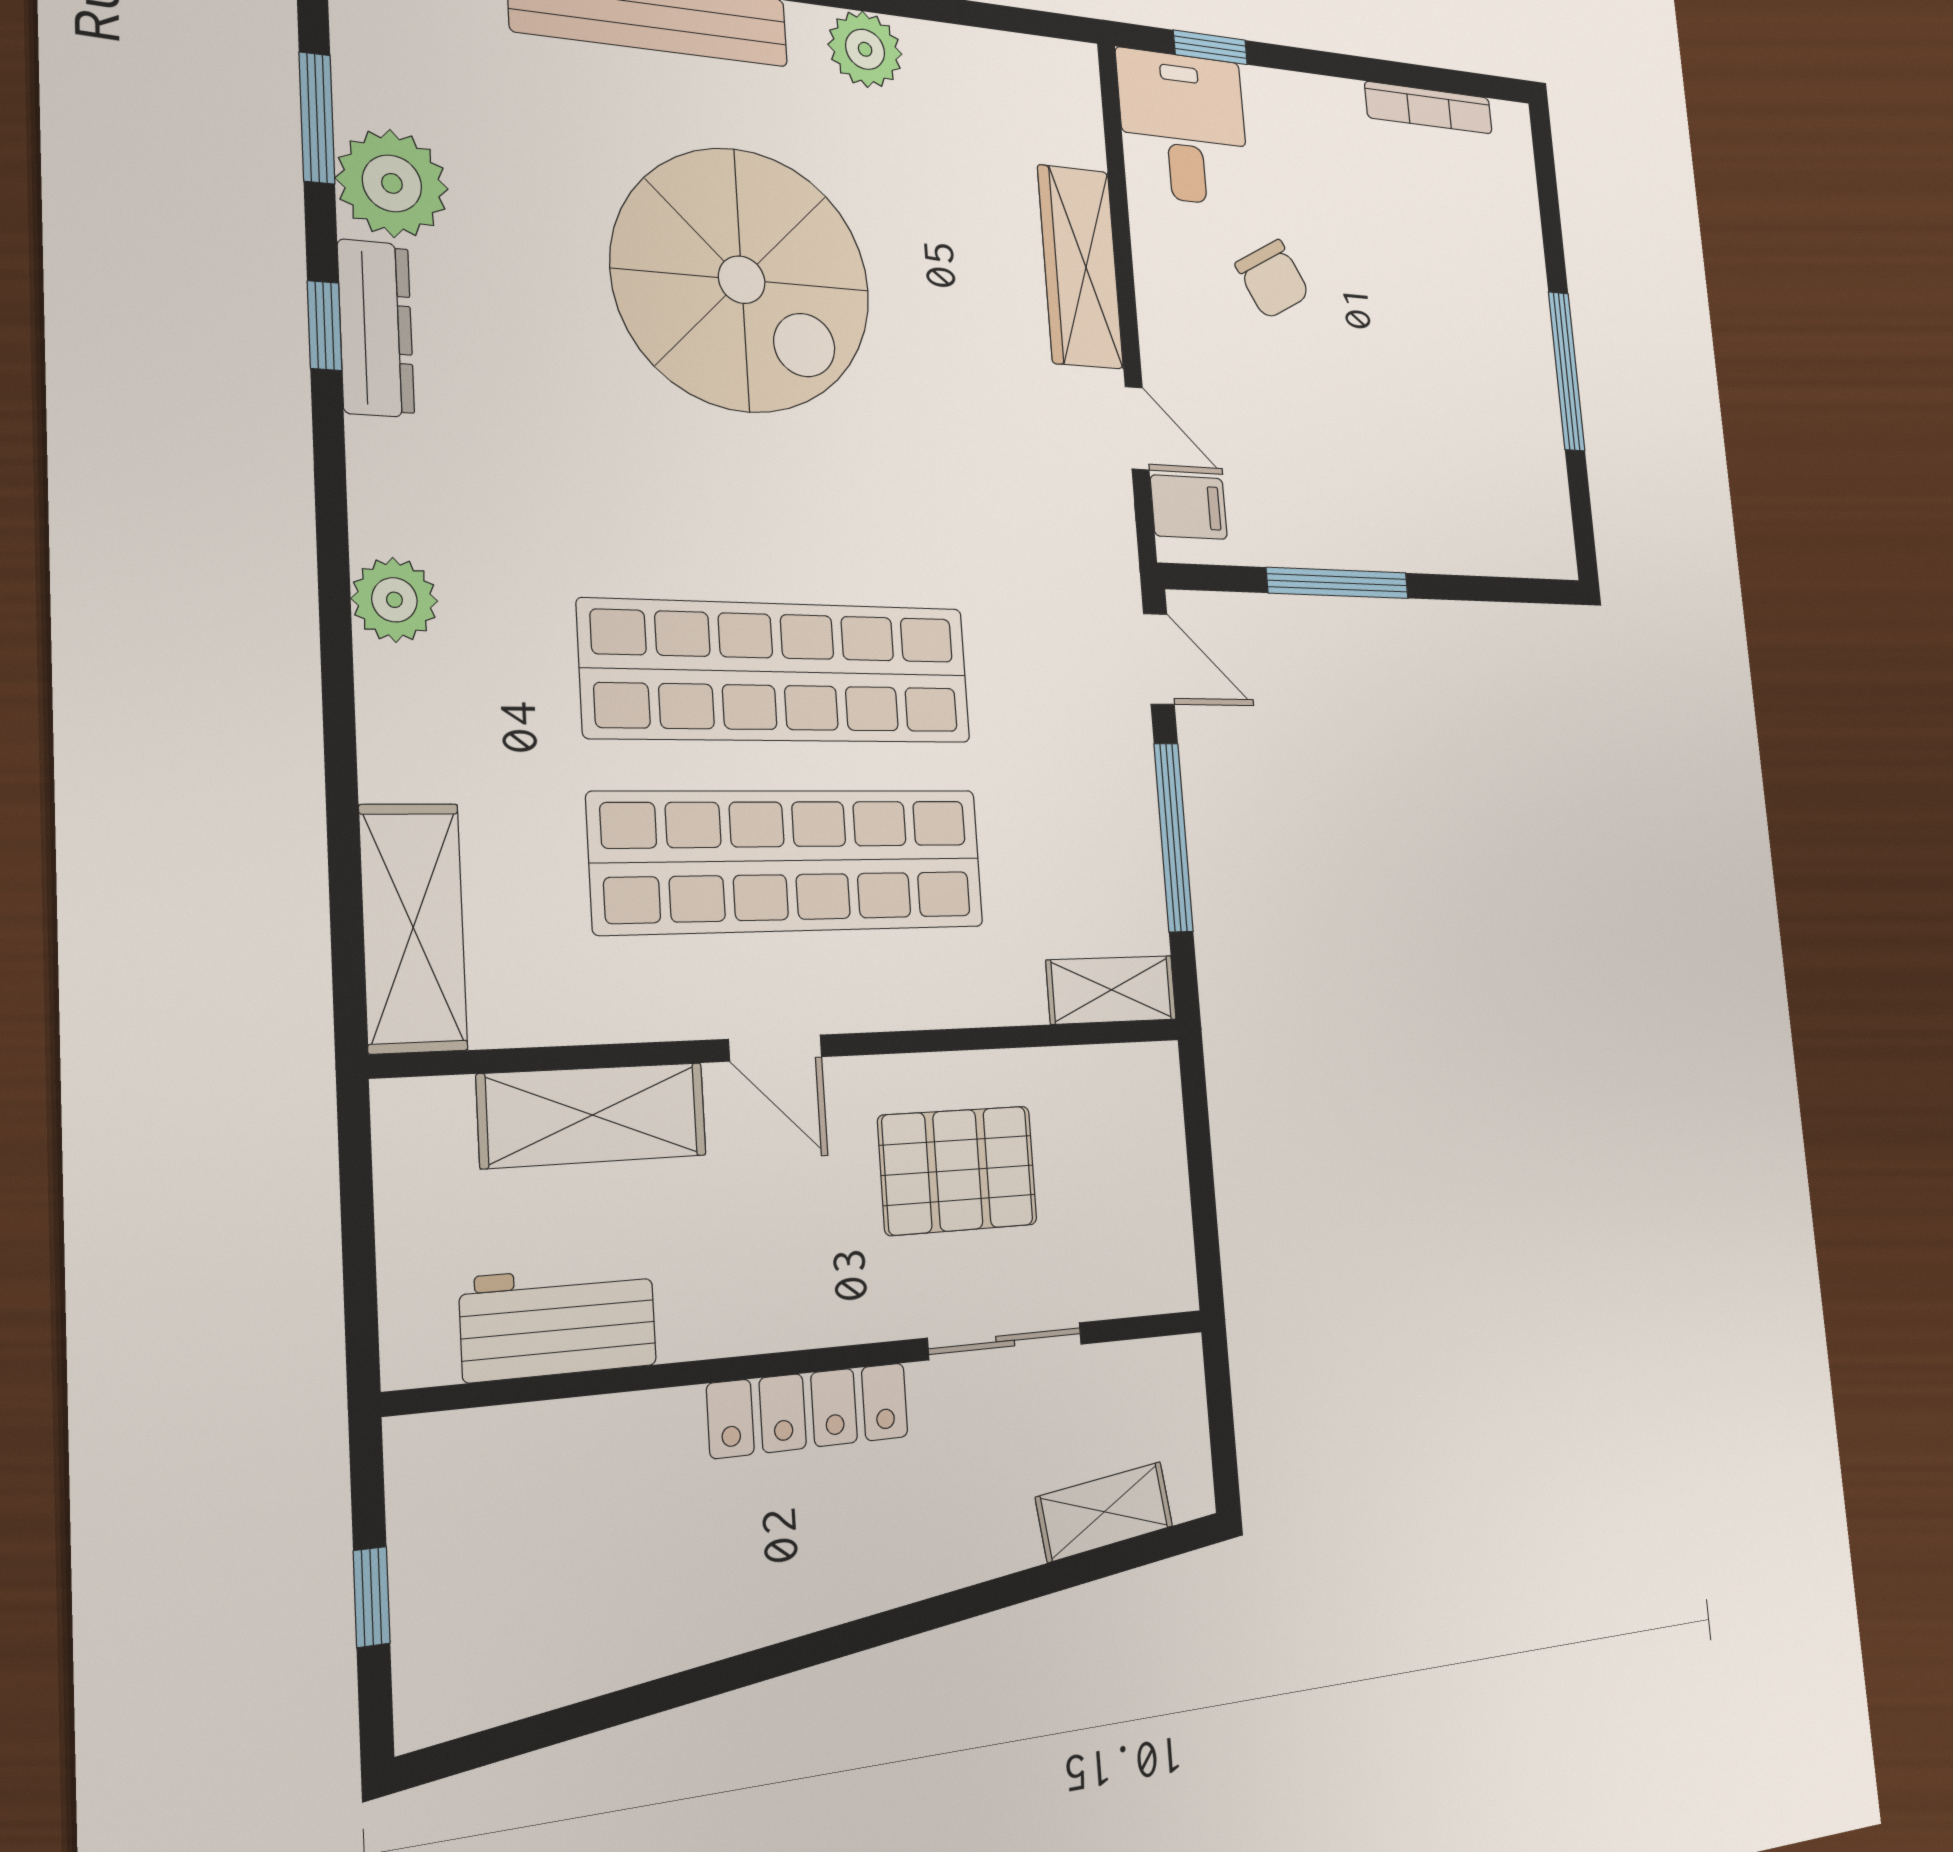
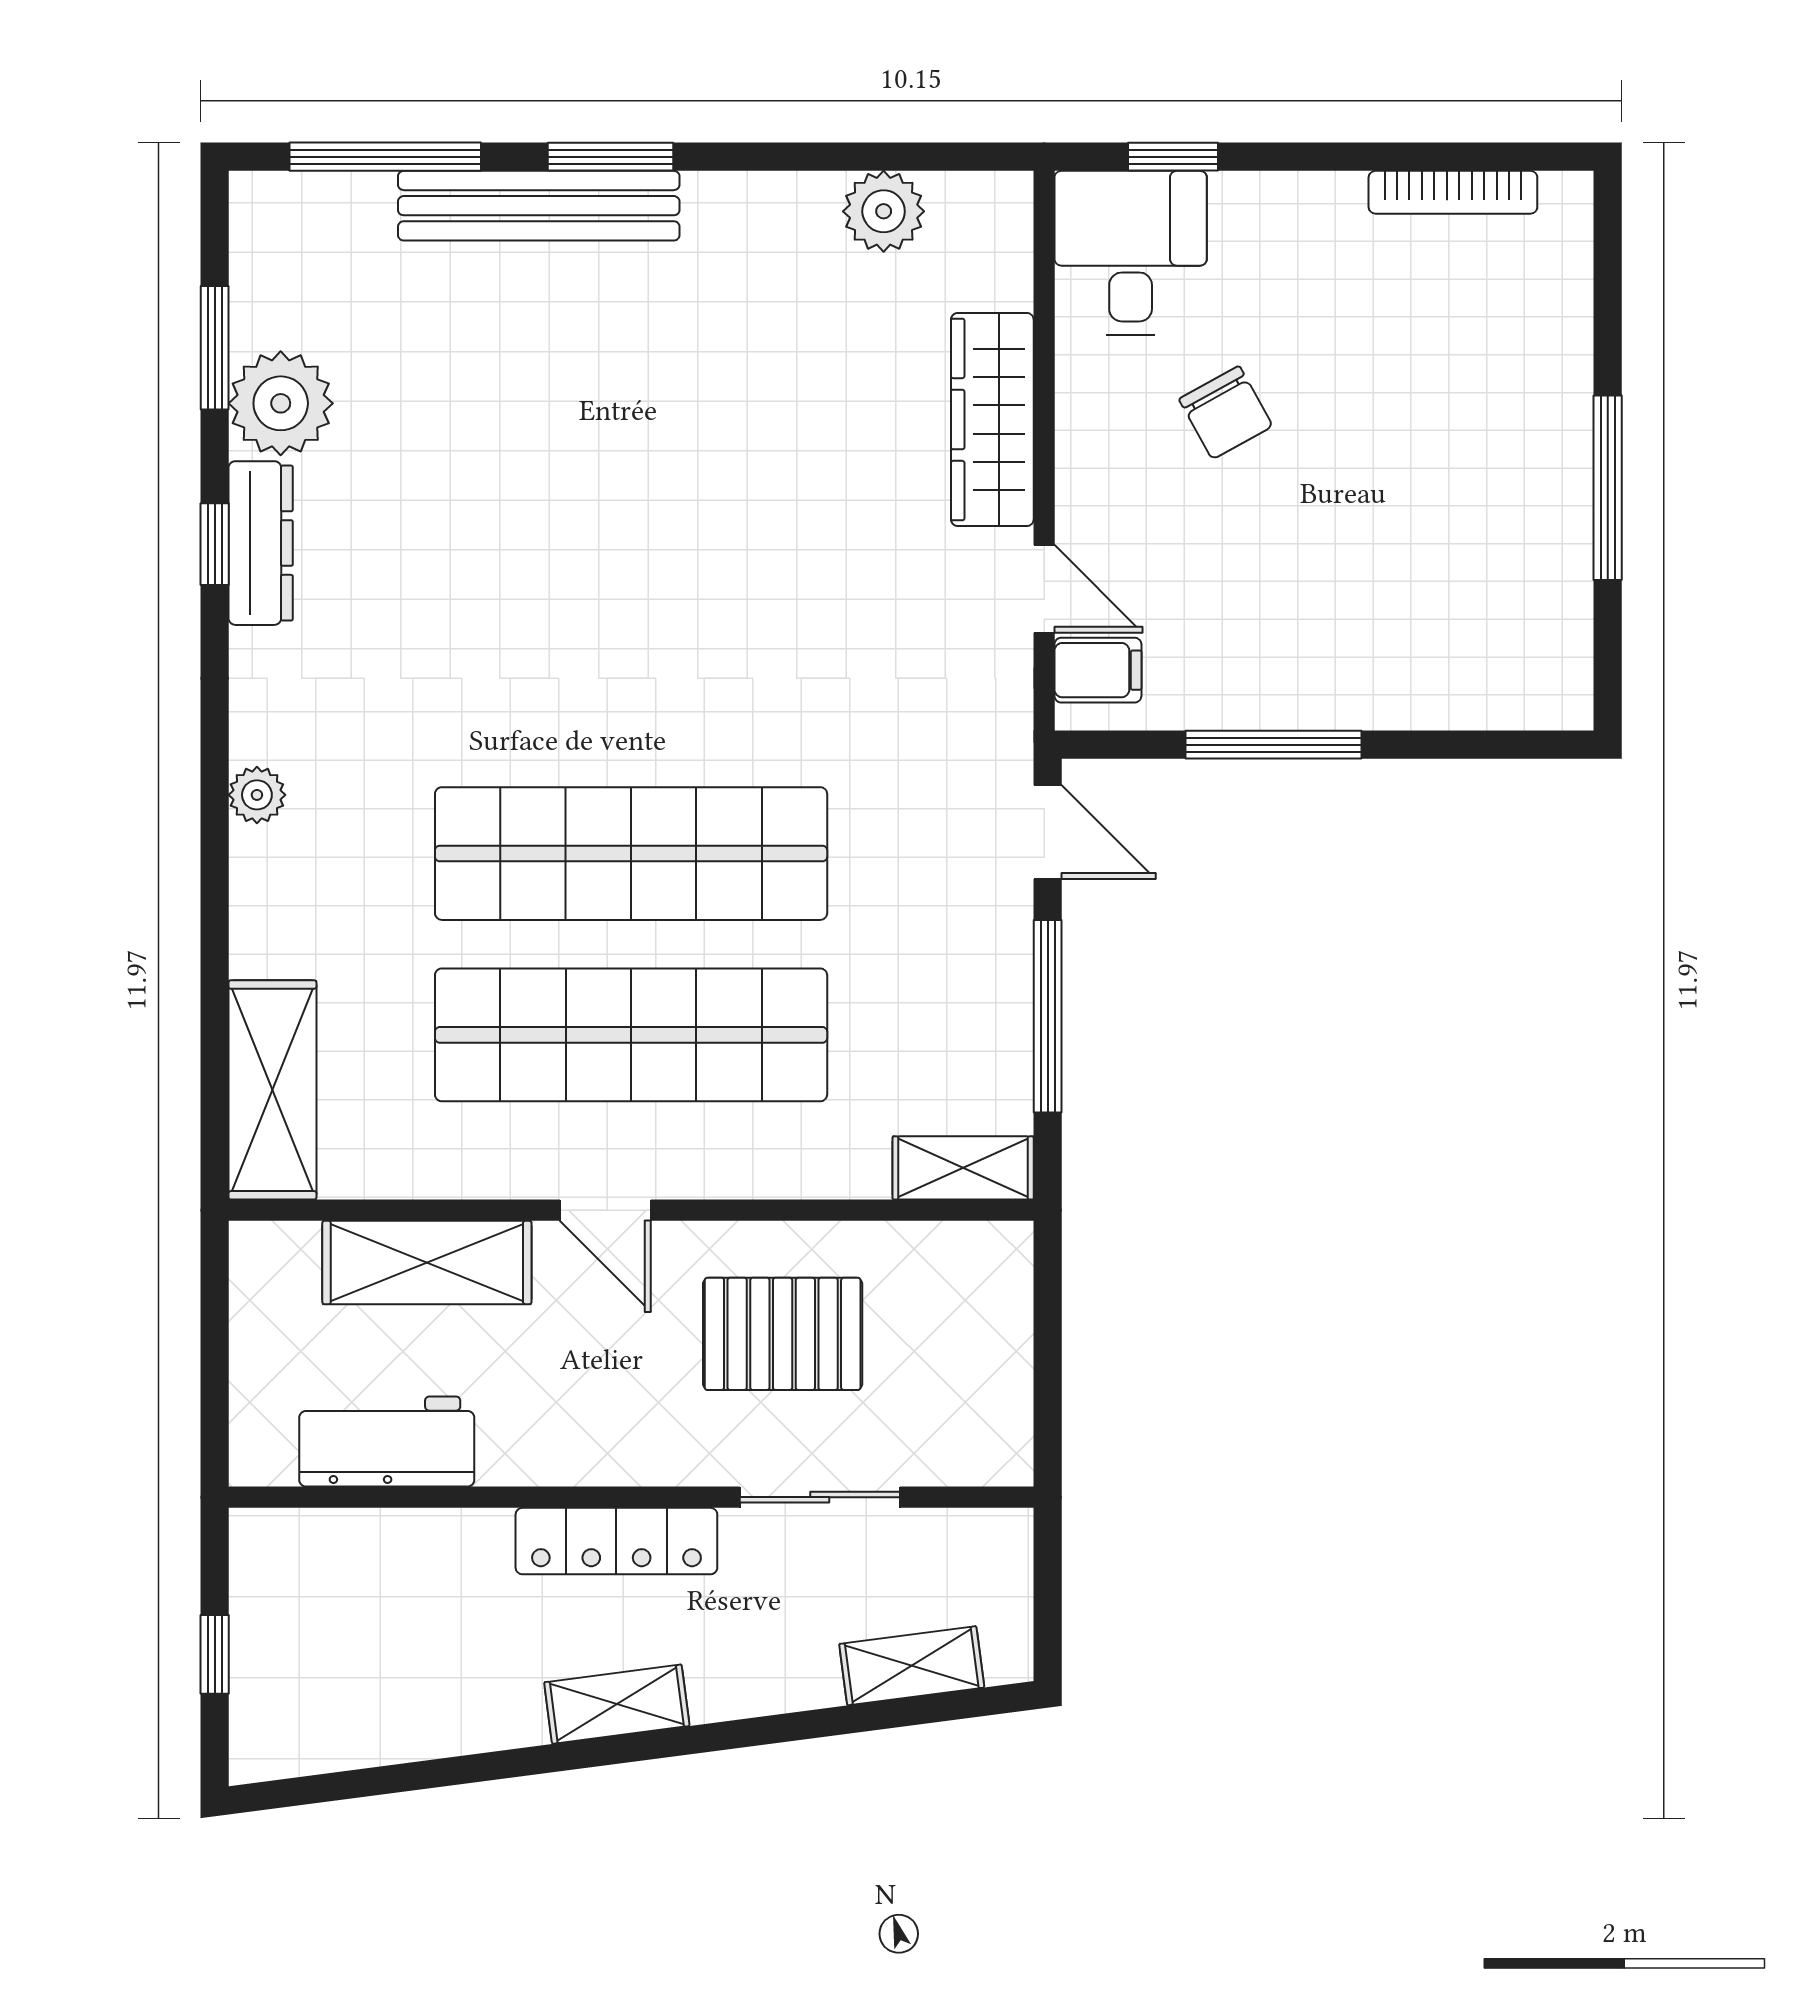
plant: (865, 49) -> (884, 211), moved
spiral stairs: (742, 280) -> (618, 466), removed
plant: (394, 600) -> (257, 795), width x0.73, depth x0.73
shelving: (820, 1594) -> (617, 1704), added

